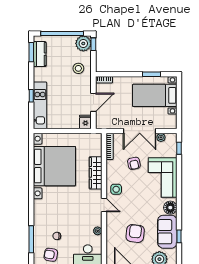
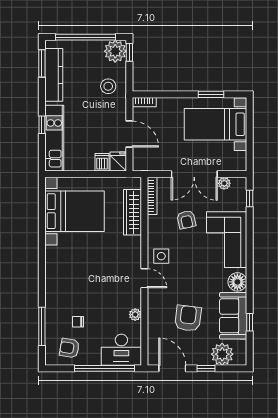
kitchen counter: (40, 54) -> (54, 75), width x1.50
door: (93, 102) -> (129, 134), hinge flipped
dishwasher: (74, 123) -> (102, 162), added
bed with nightstands: (54, 166) -> (75, 211), width x0.73
wardrobe: (96, 173) -> (132, 212), moved

